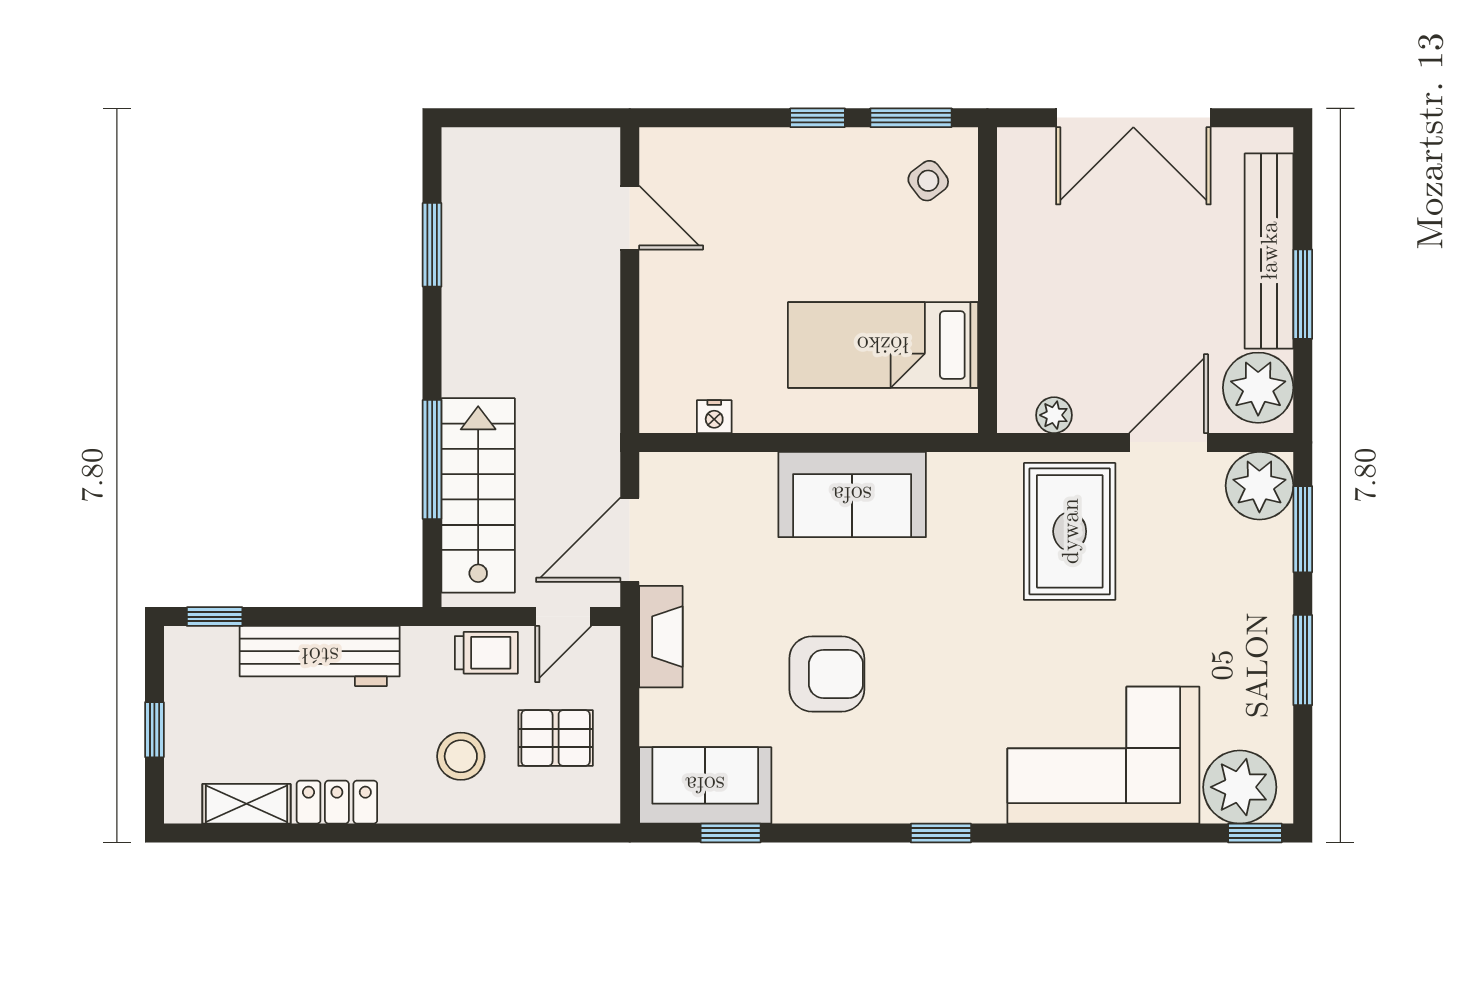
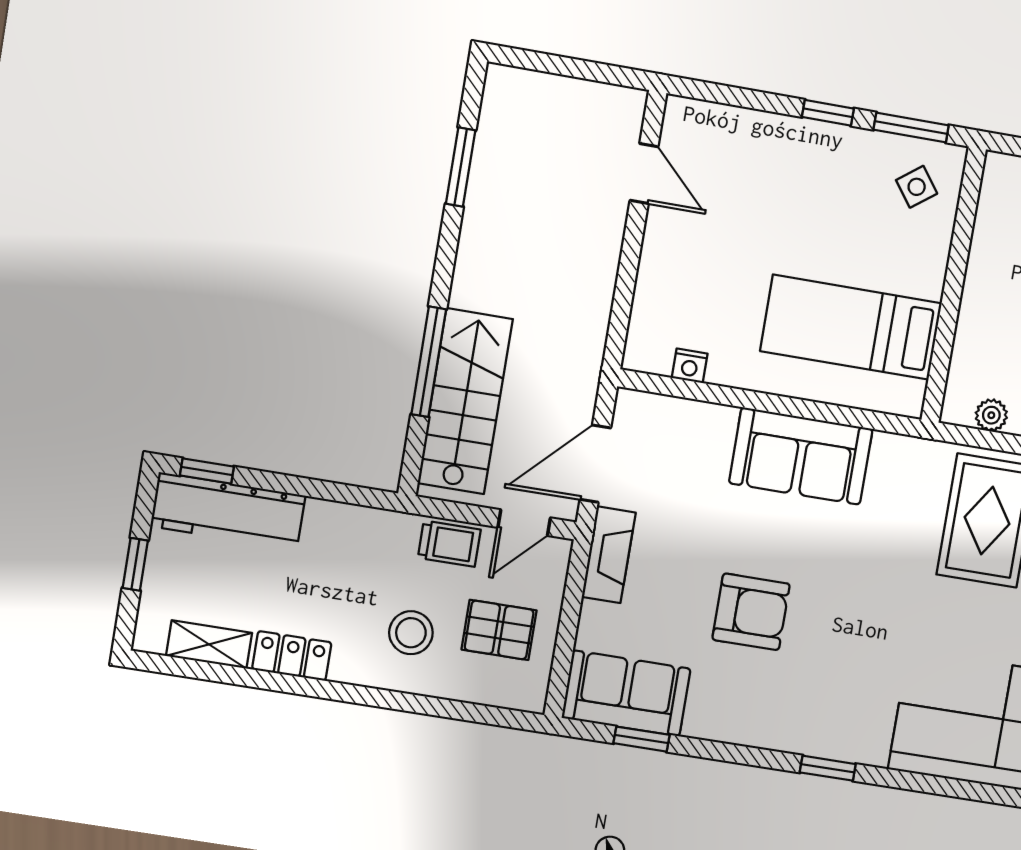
workbench: (320, 656) -> (228, 511), moved

